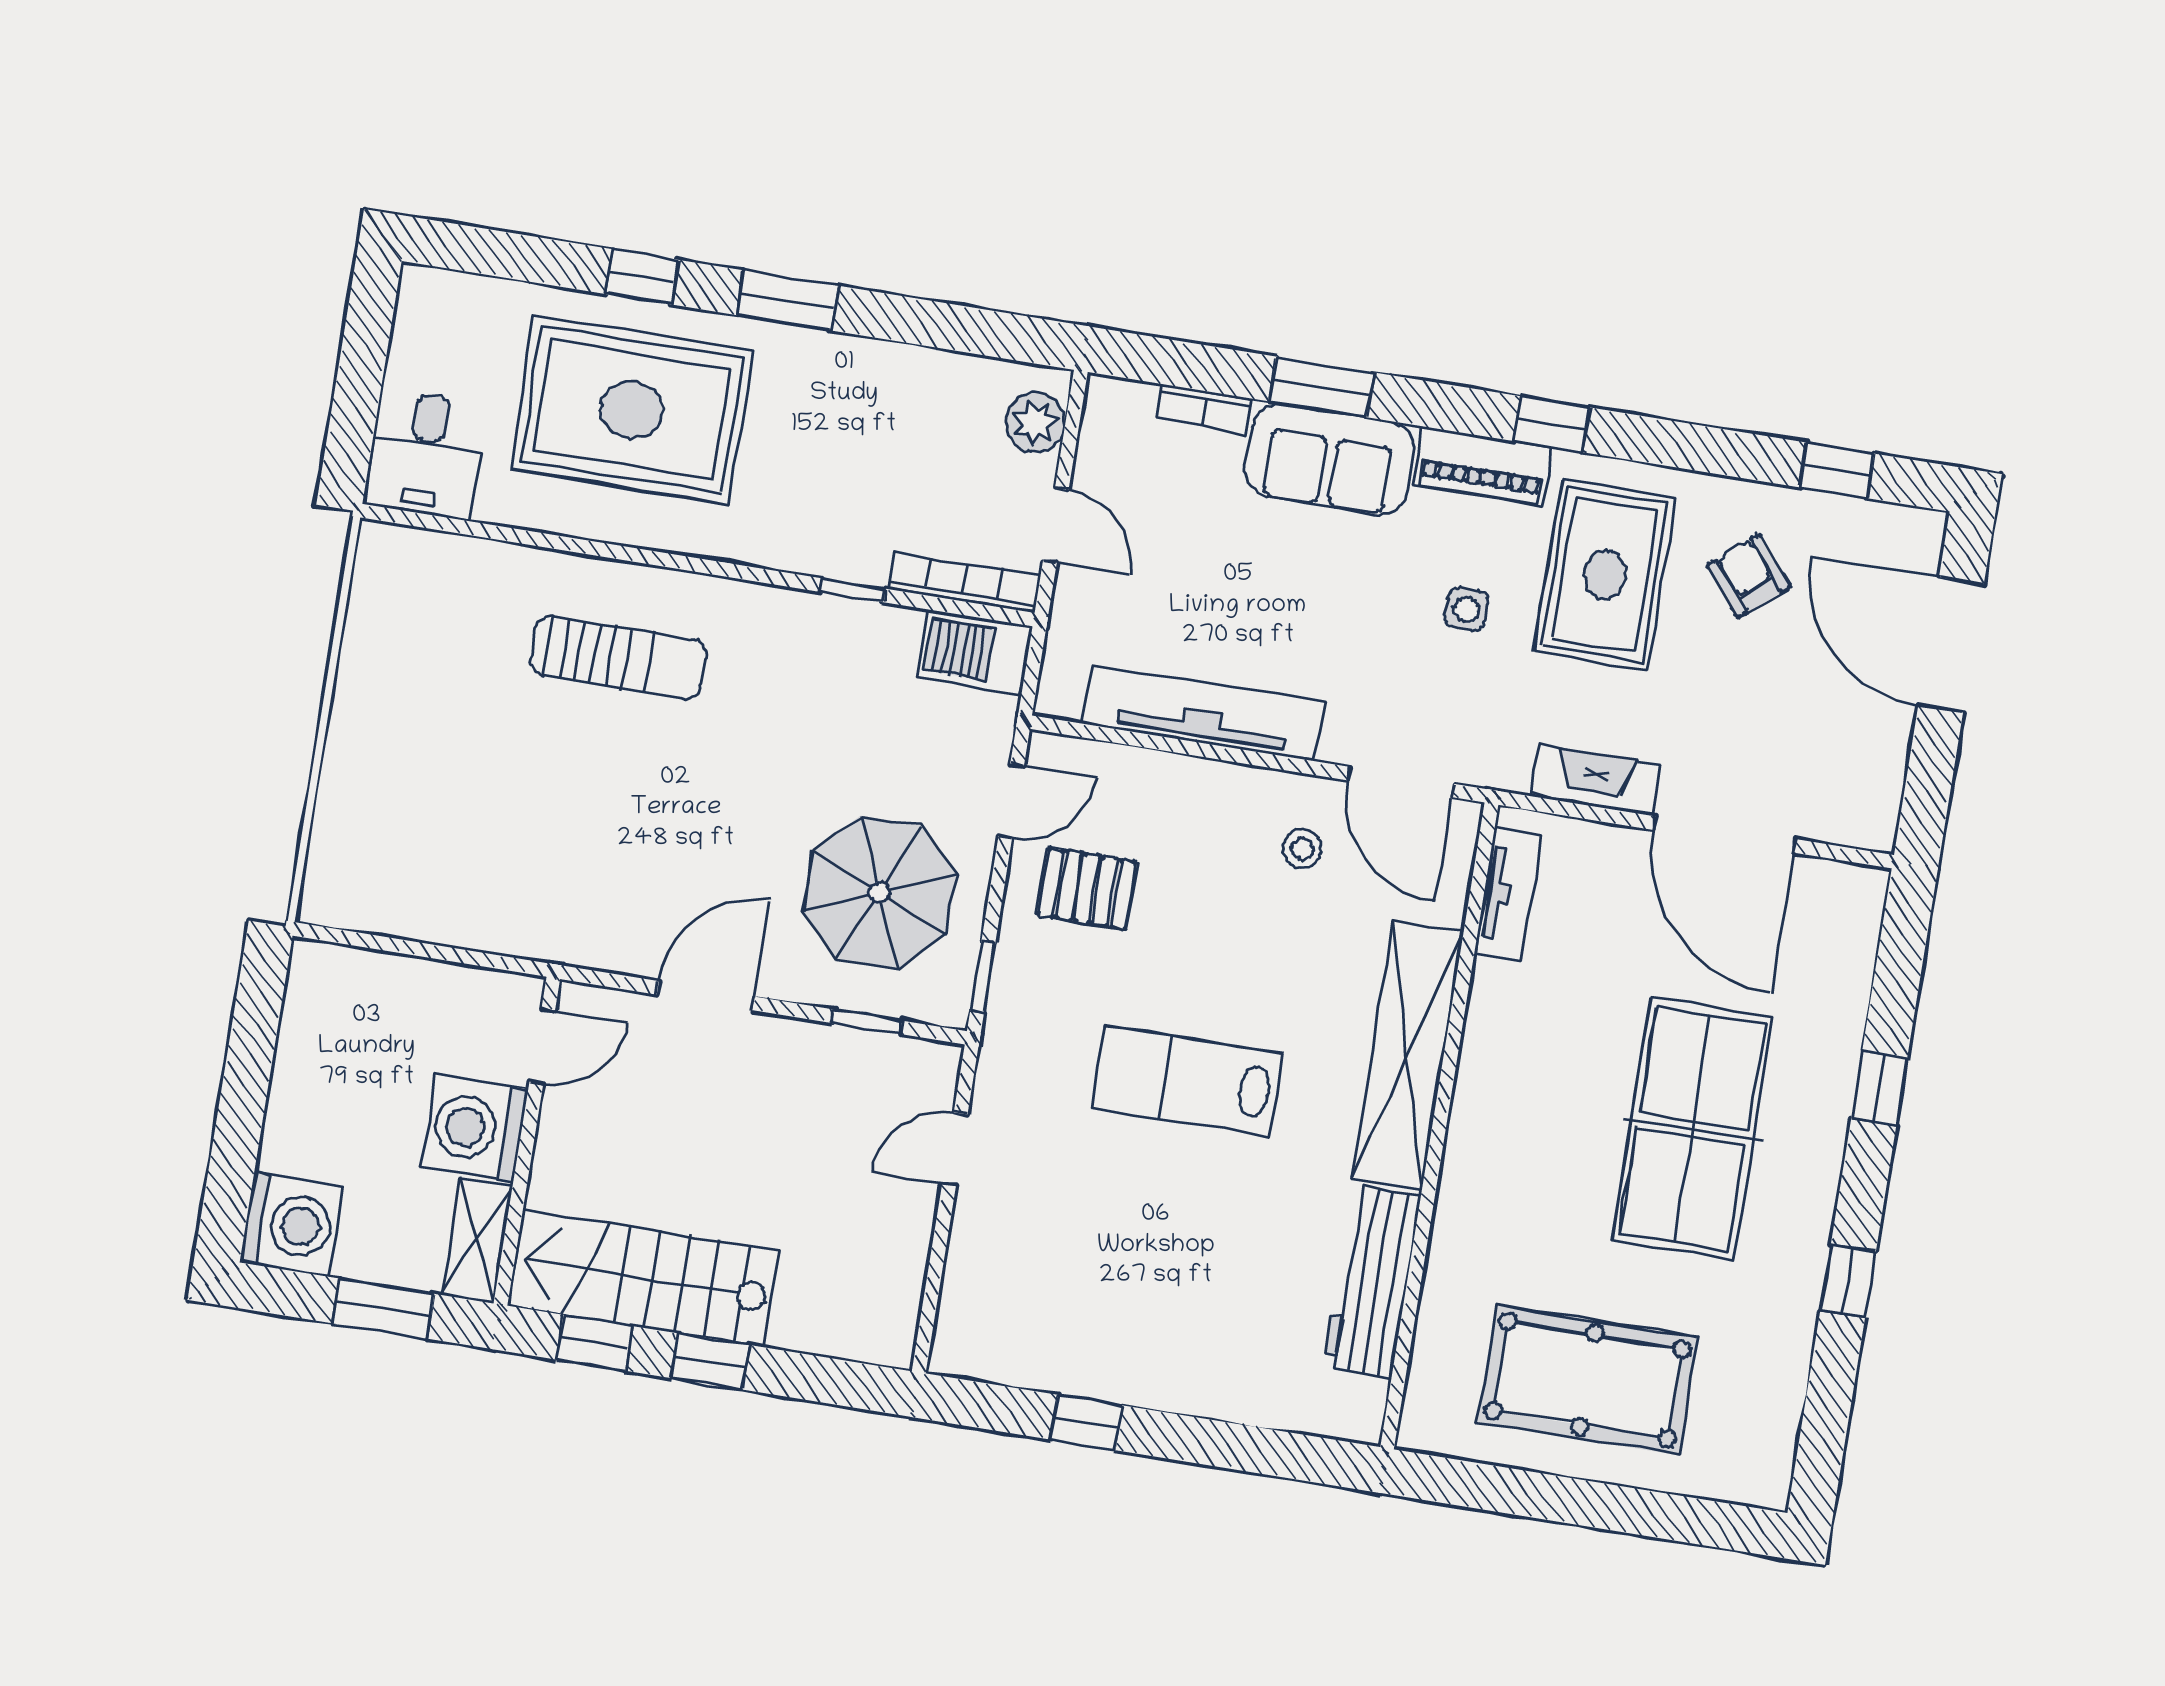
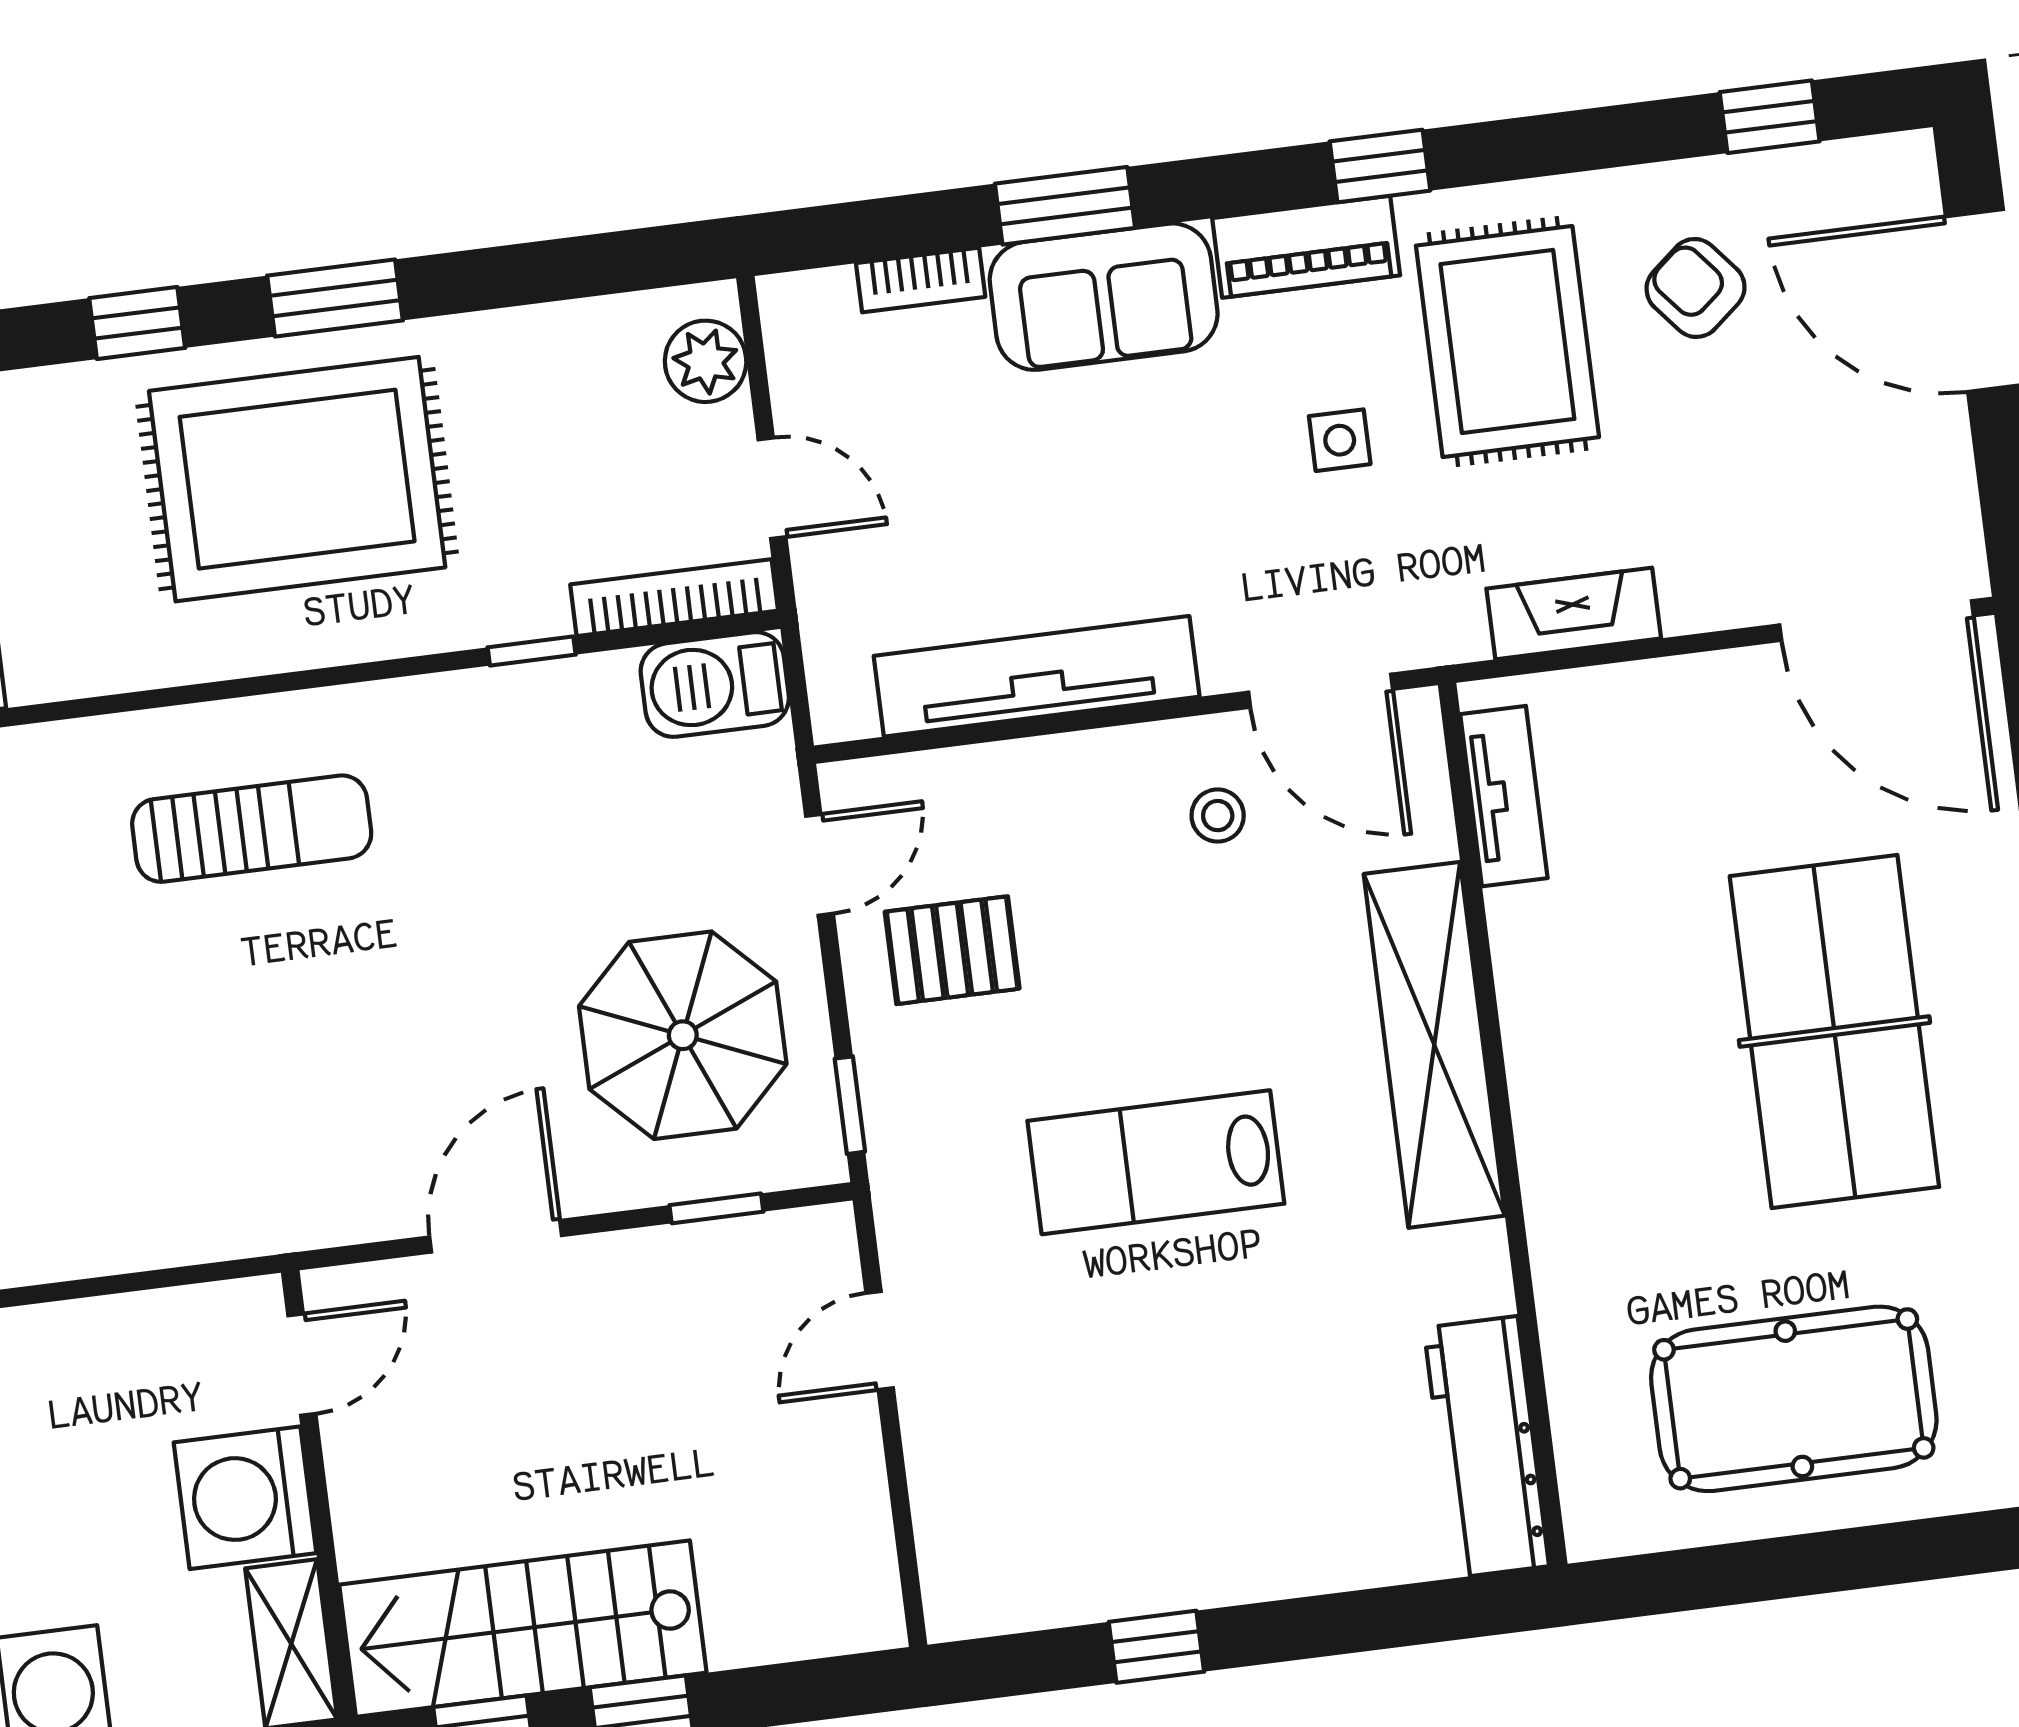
rug: (632, 410) -> (297, 479), moved
door: (1724, 834) -> (1877, 620), moved
workbench: (1372, 1281) -> (1486, 1447), moved

